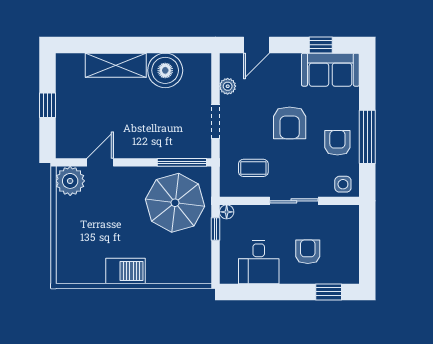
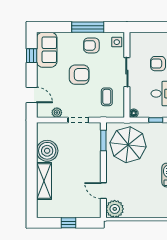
window: (182, 162) -> (103, 141), width x0.69
window: (215, 229) -> (156, 120), moved

